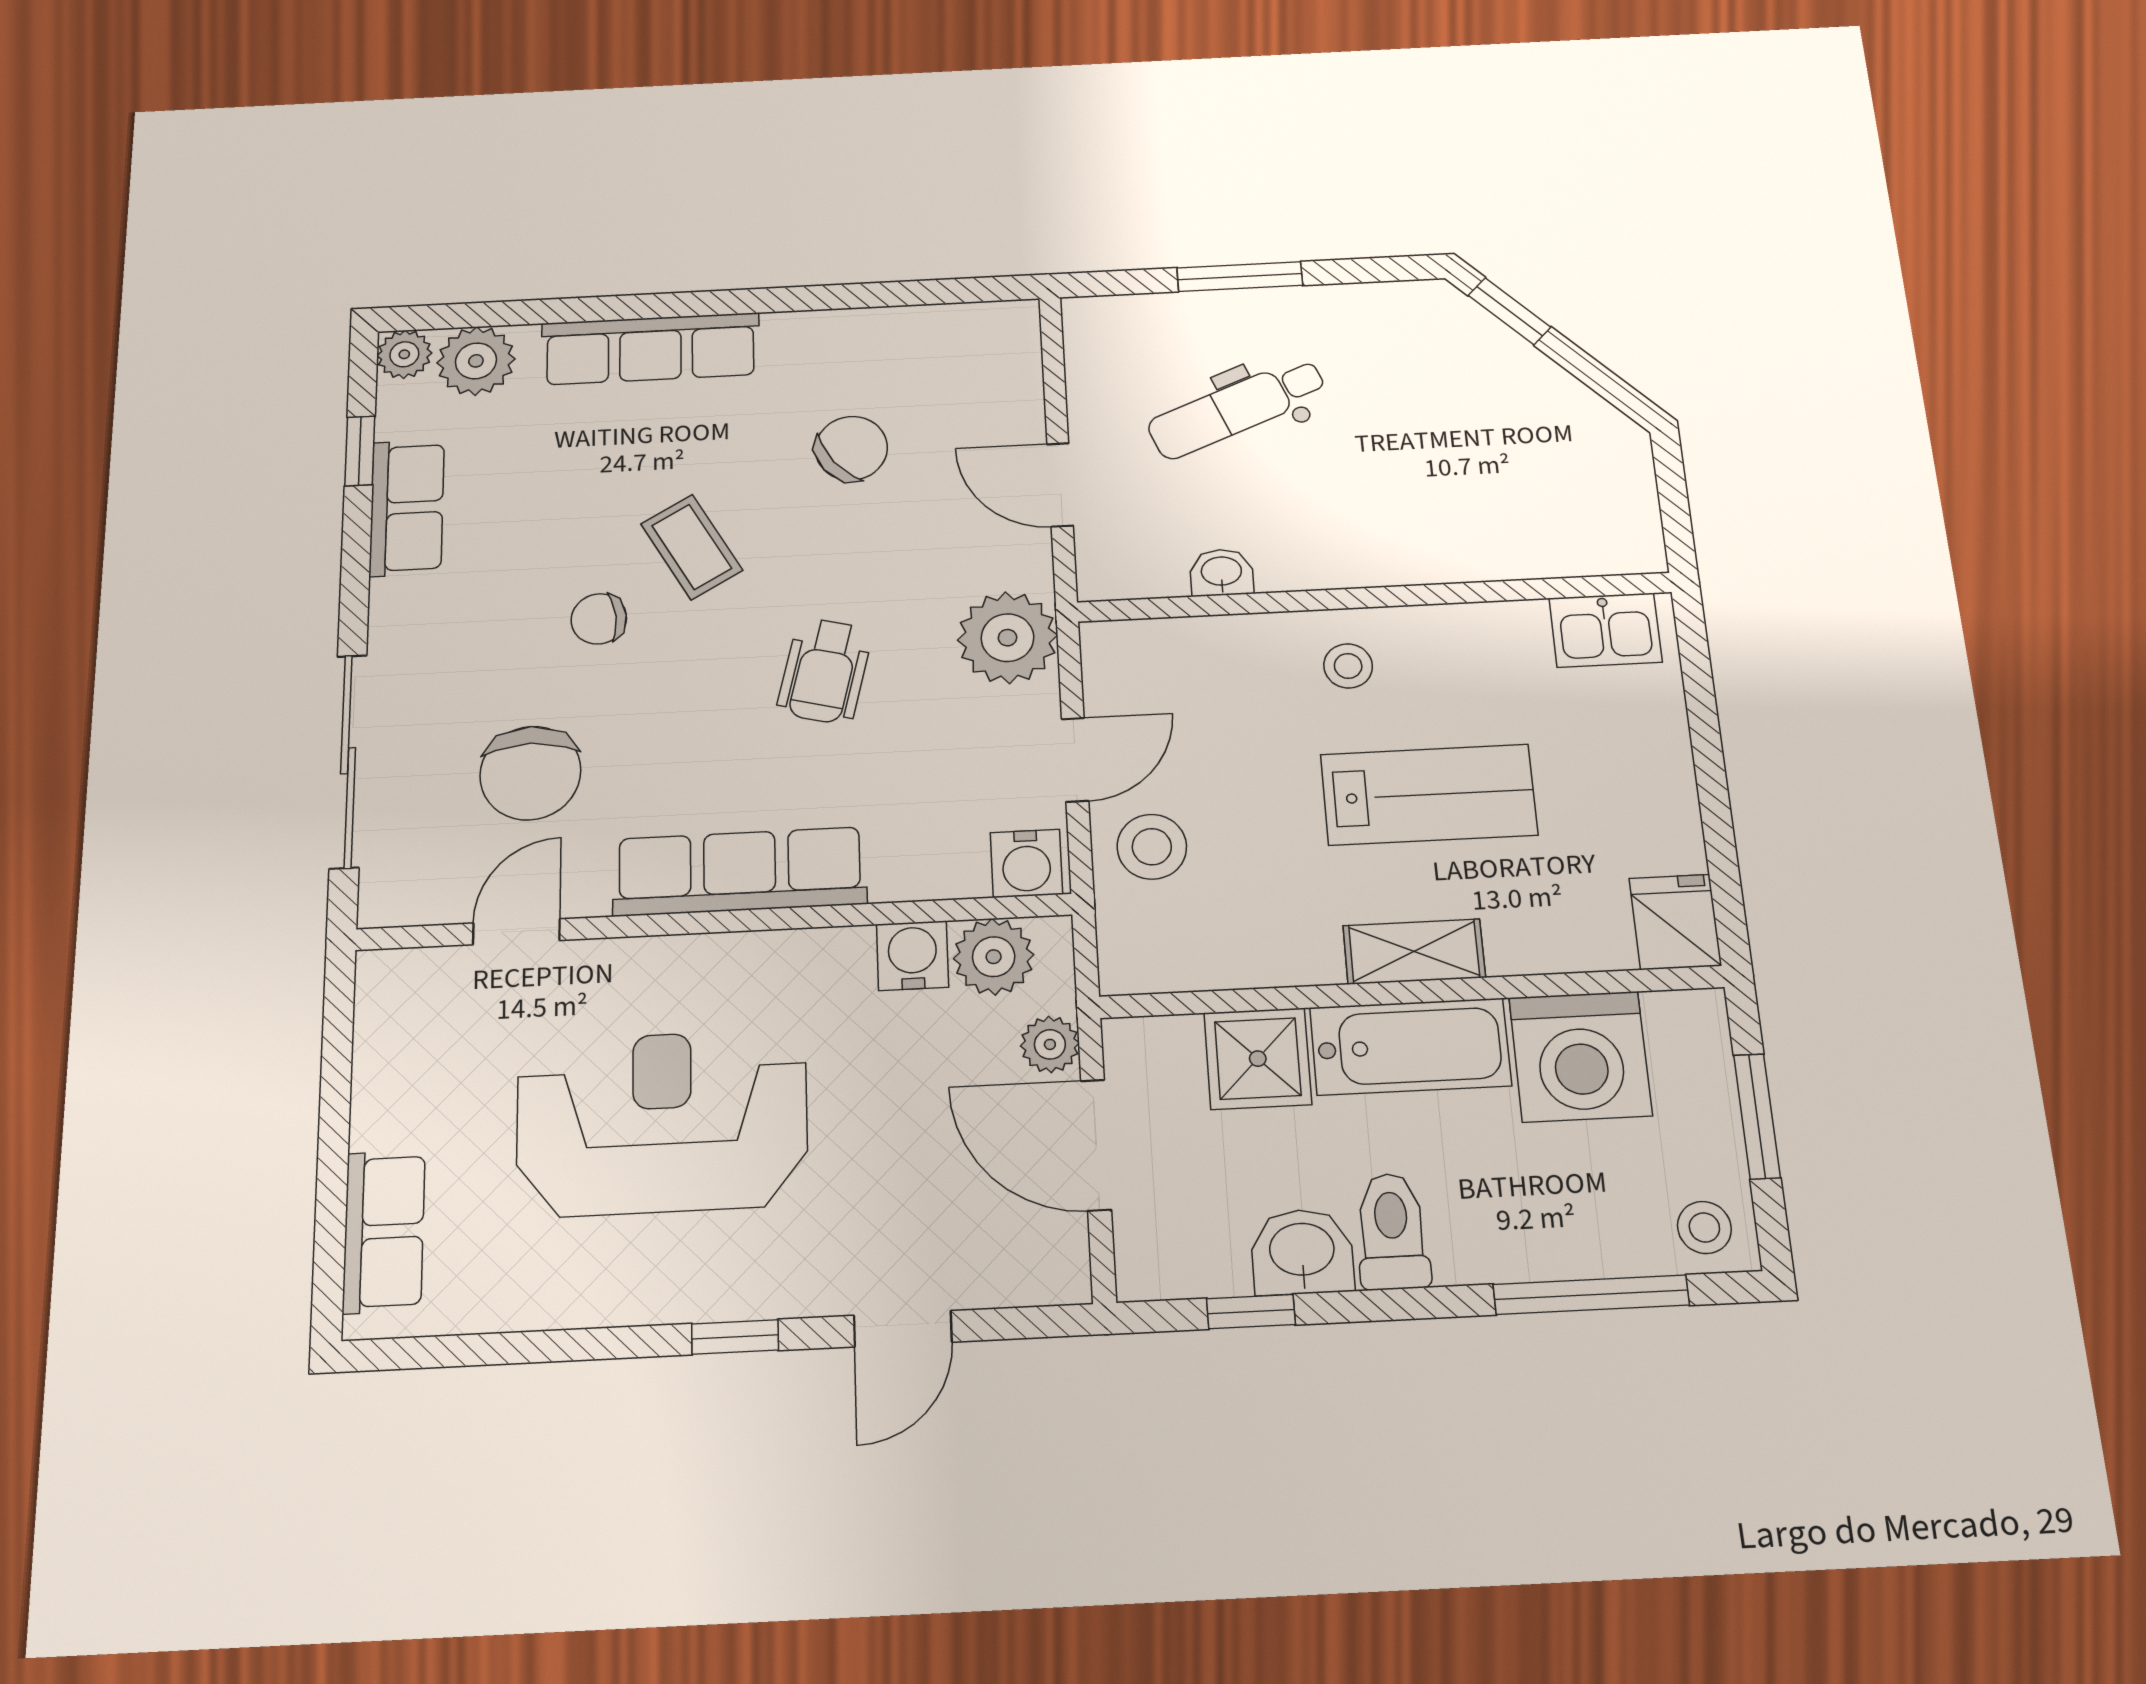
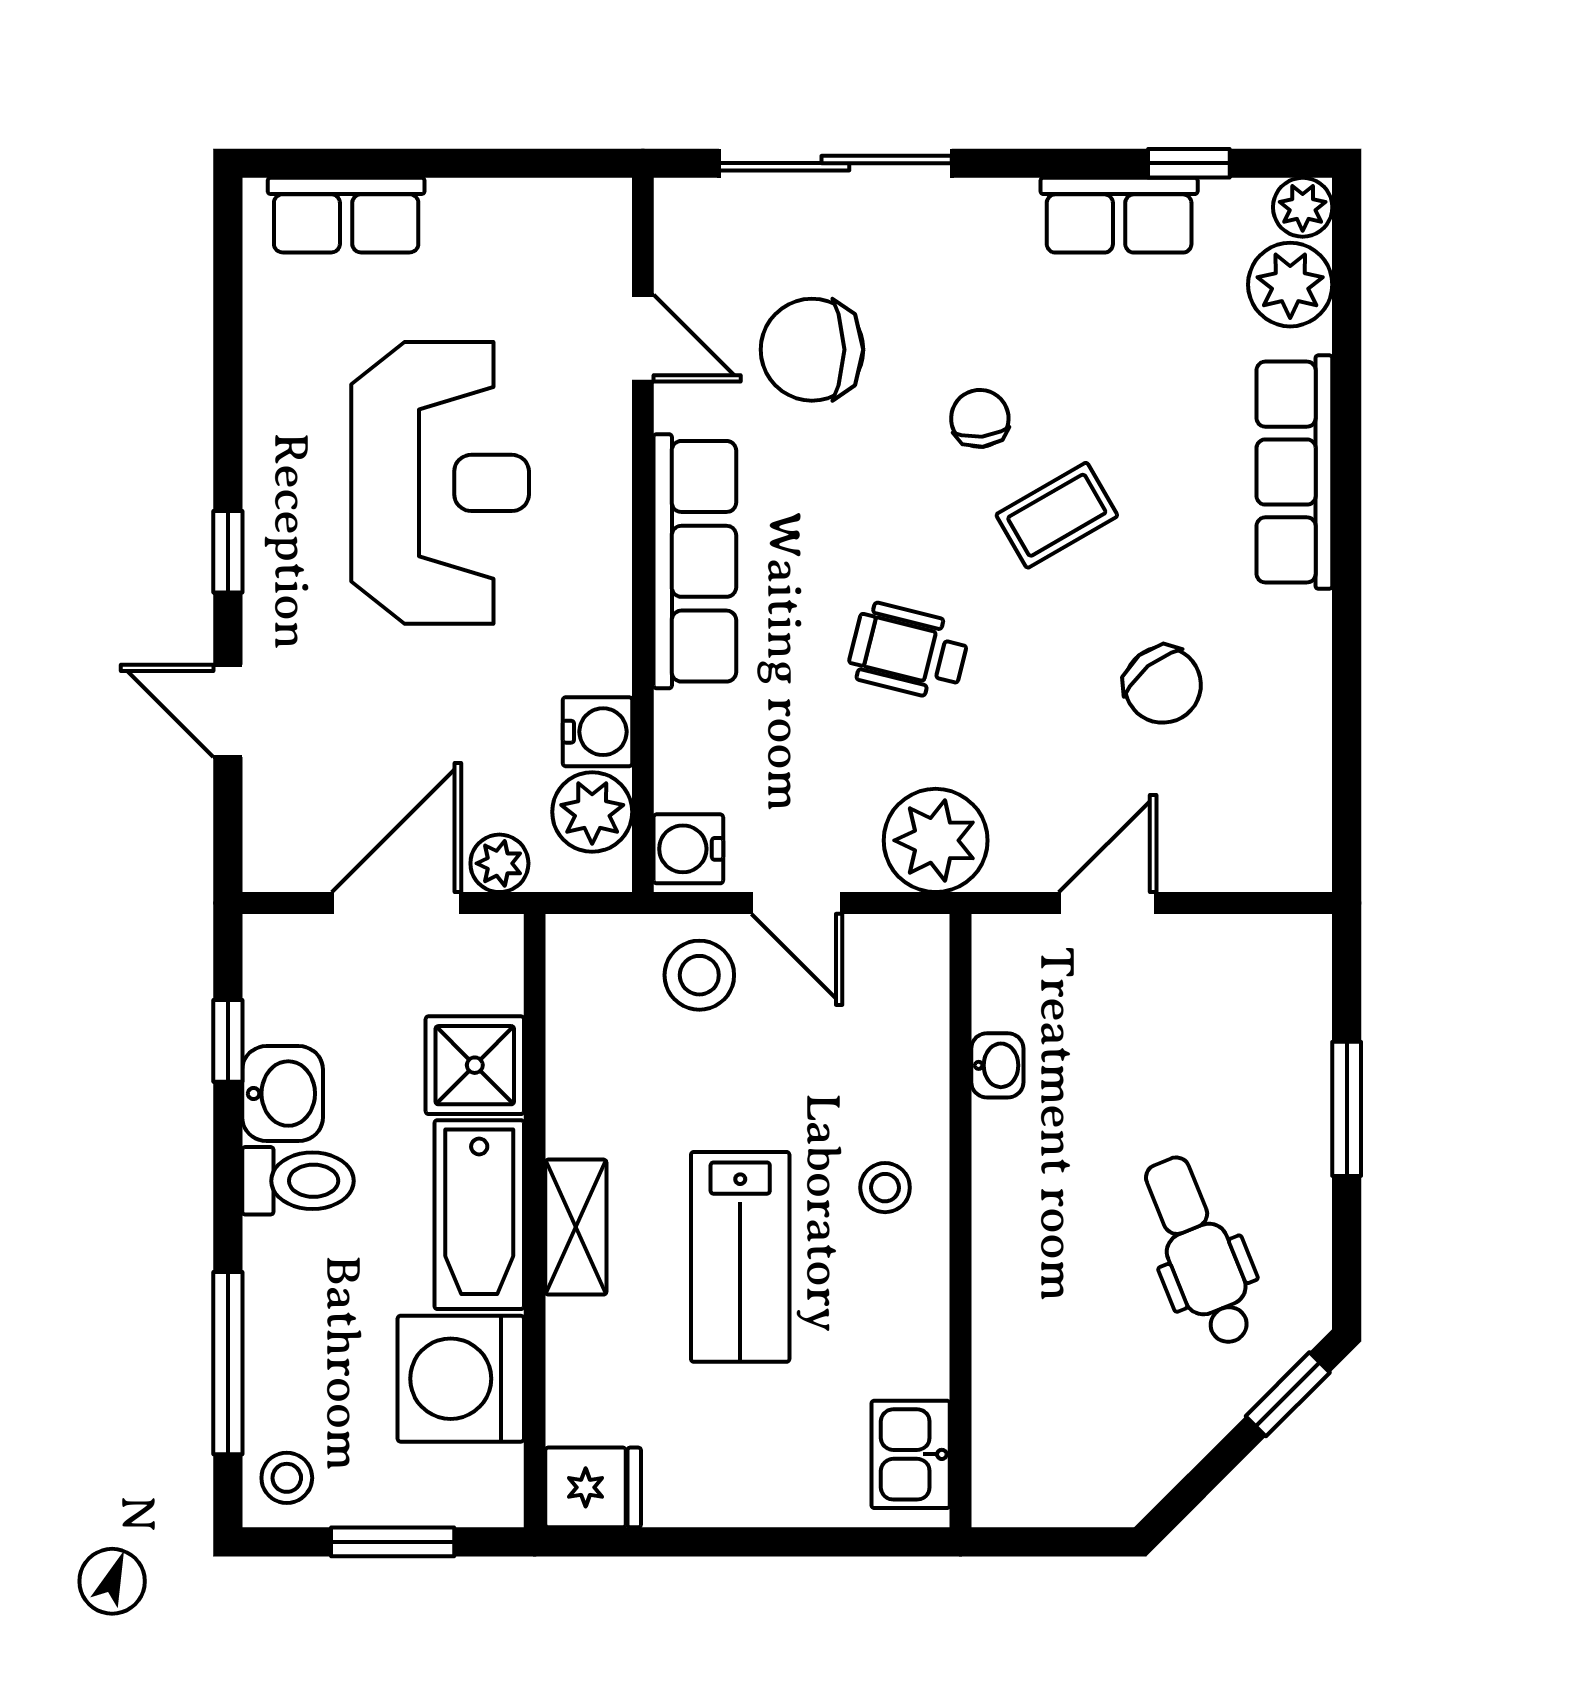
dental chair: (1237, 408) -> (1199, 1251), moved

